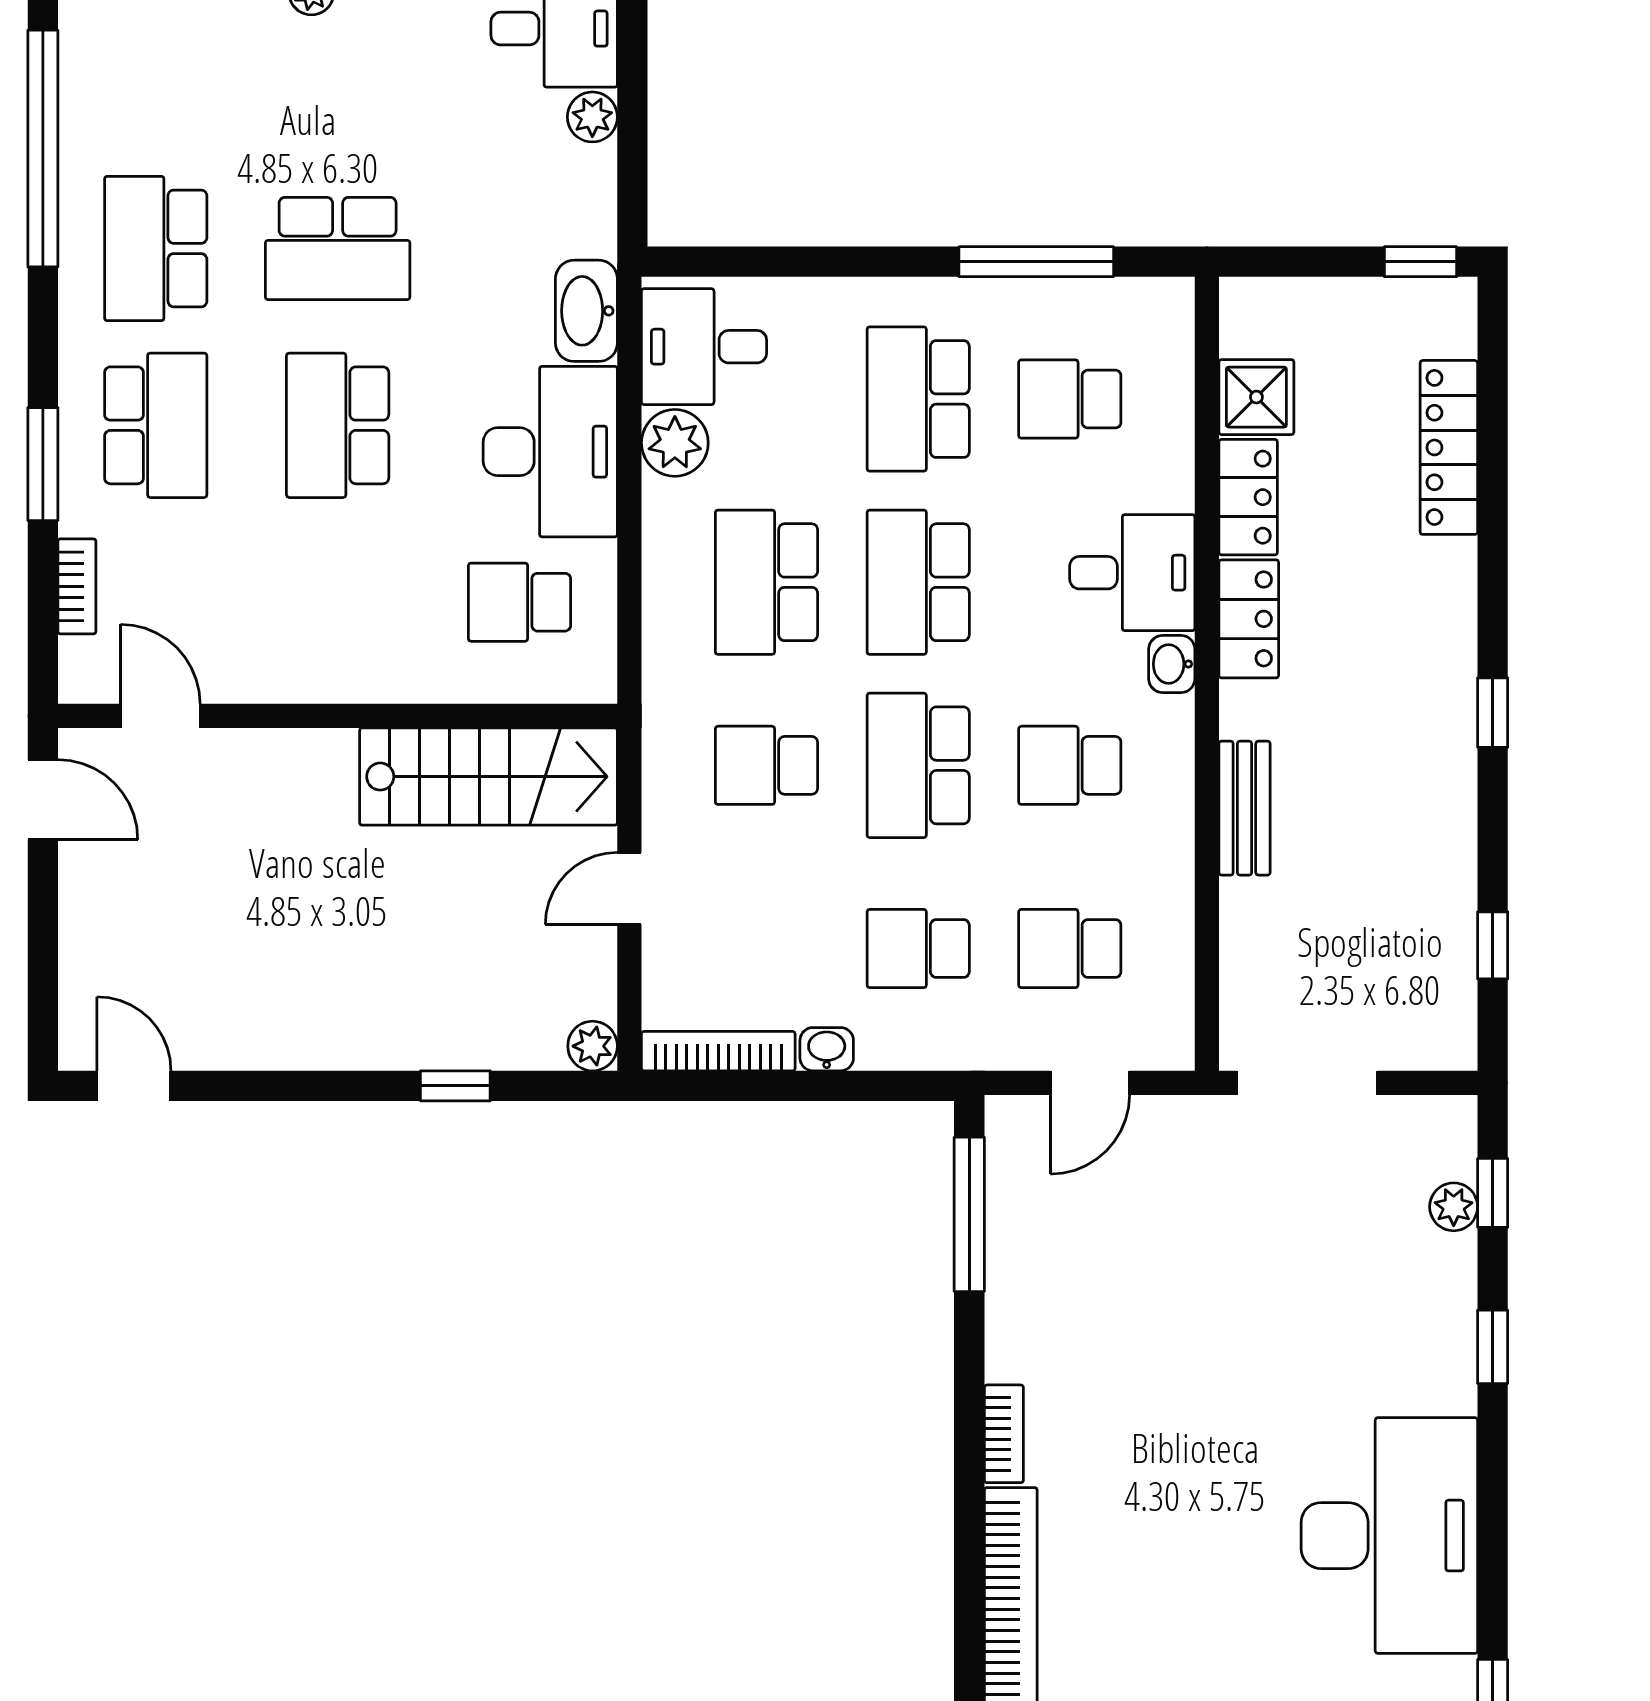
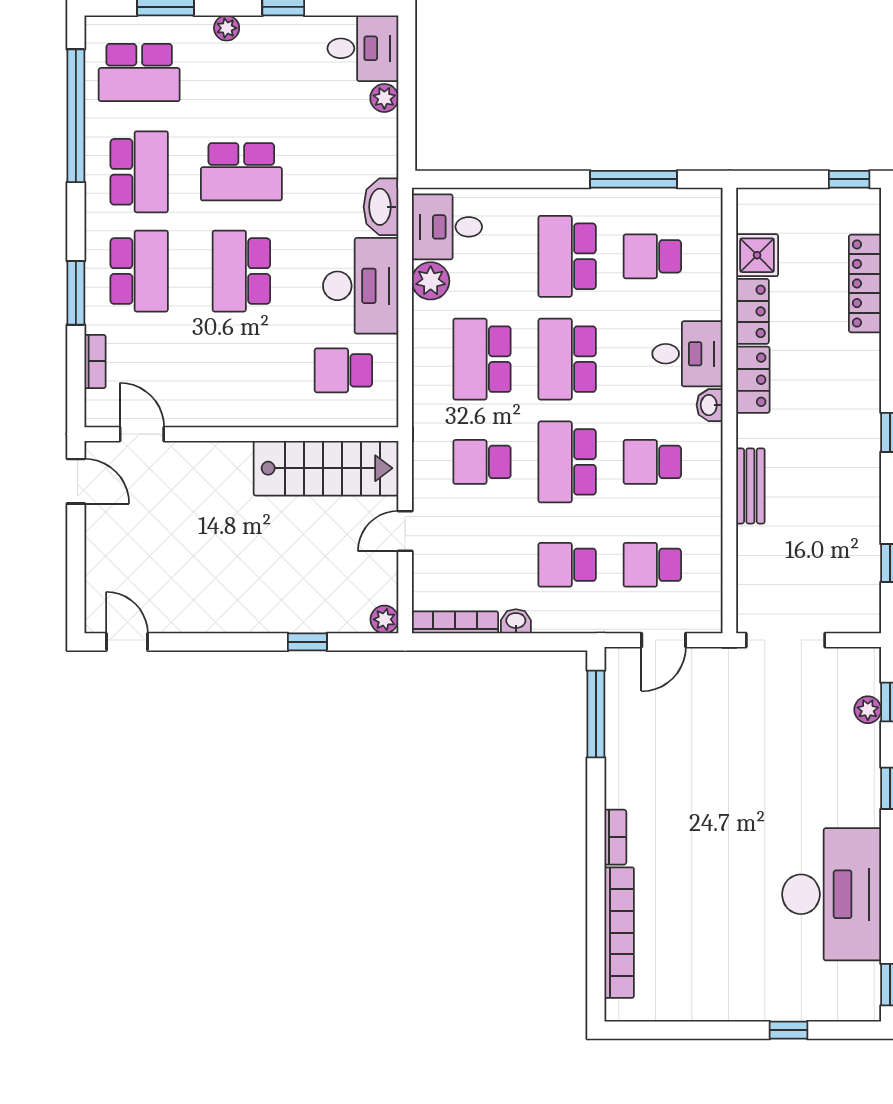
school desk: (156, 72) -> (139, 73), added
school desk: (156, 248) -> (139, 172), turned 180

